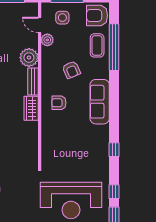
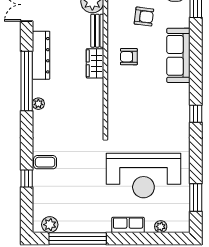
armchair: (71, 70) -> (144, 17), turned -60
window: (114, 192) -> (196, 165), removed

